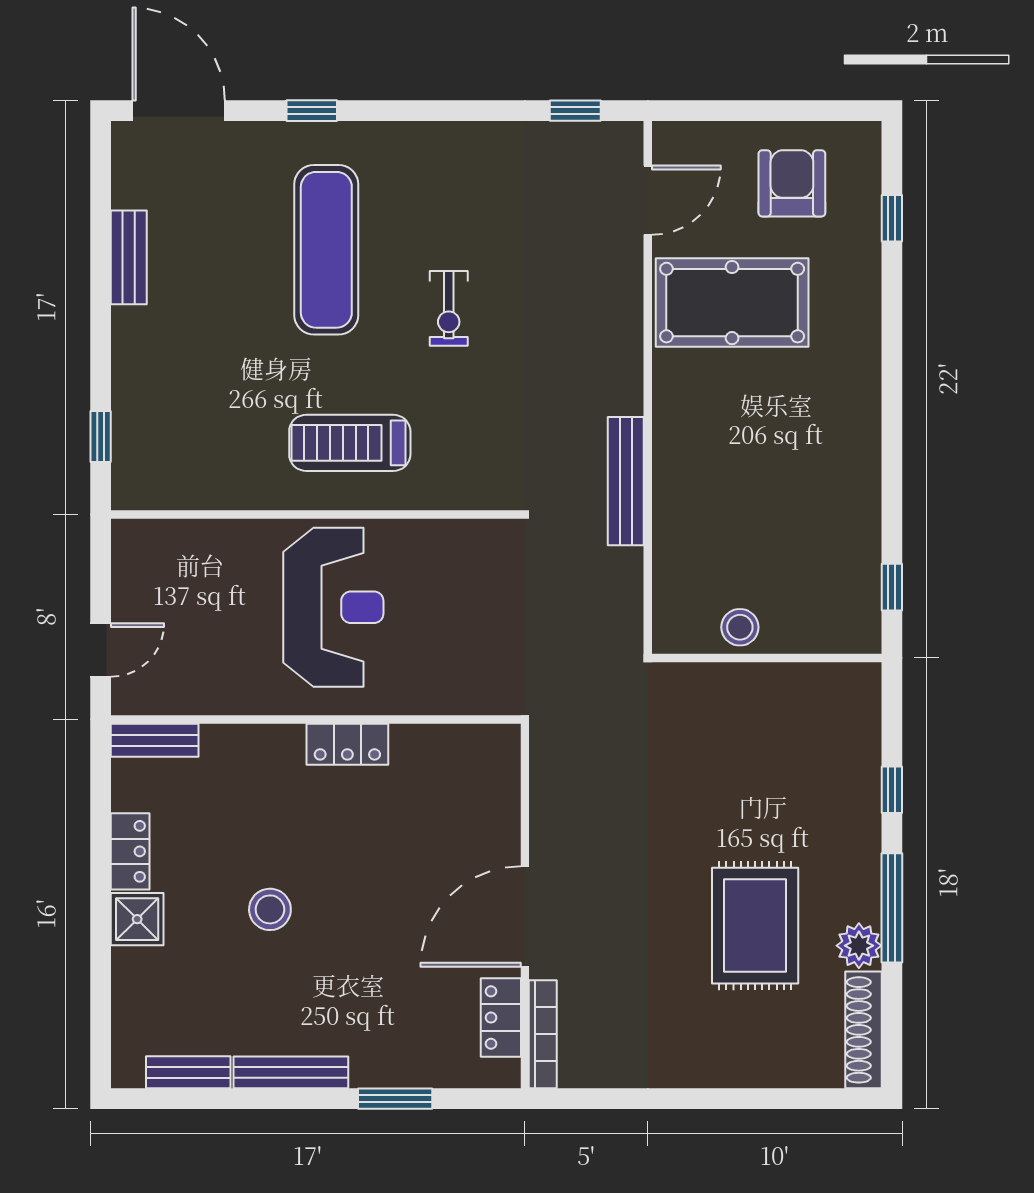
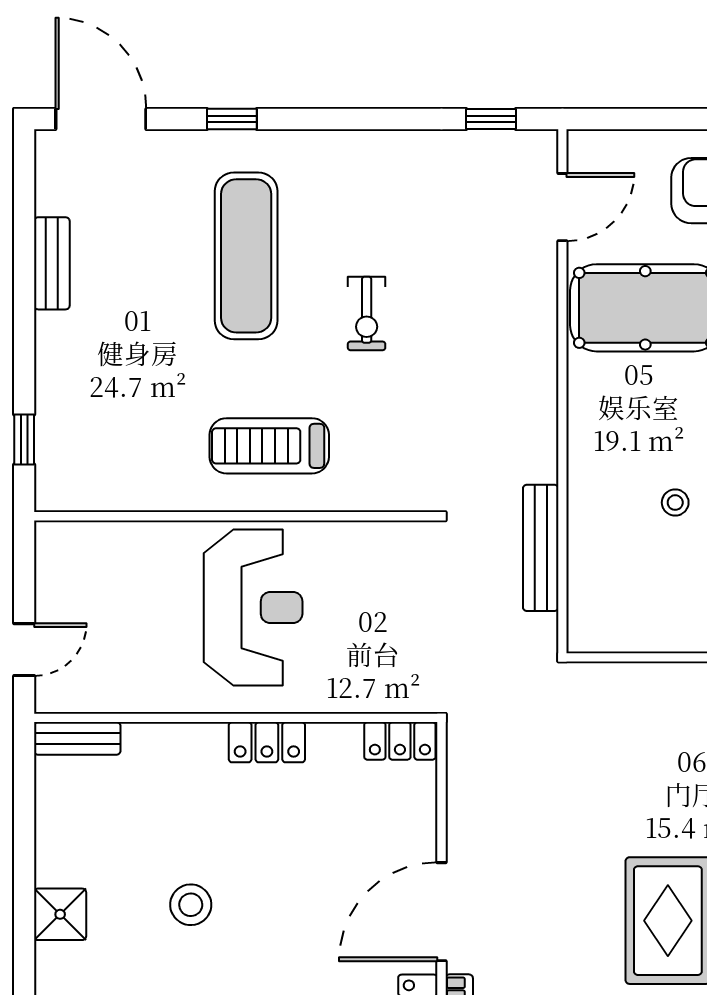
bench: (626, 481) -> (541, 548), moved
stool: (740, 627) -> (675, 503), moved, width x0.73, depth x0.73
locker: (130, 851) -> (400, 741), moved, turned 90

